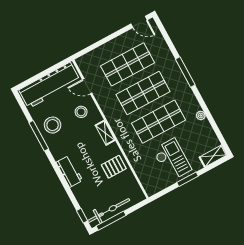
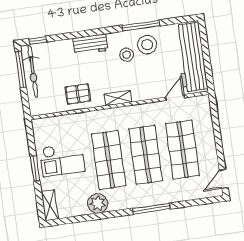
stool: (81, 112) -> (127, 55), moved
plant: (201, 115) -> (98, 203), width x1.88, depth x1.88
pallet: (114, 167) -> (78, 94), turned 90

